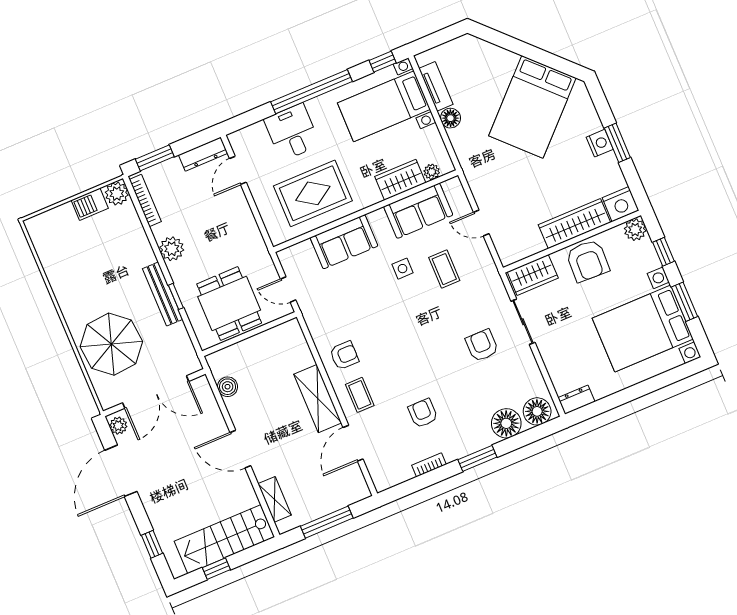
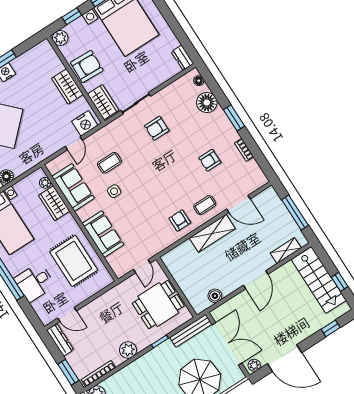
nightstand: (621, 204) -> (85, 123), moved, turned 90
wardrobe: (574, 224) -> (67, 86), width x0.67
bench: (163, 294) -> (191, 331), moved
floor lamp: (537, 411) -> (199, 81), width x0.53, depth x0.53

